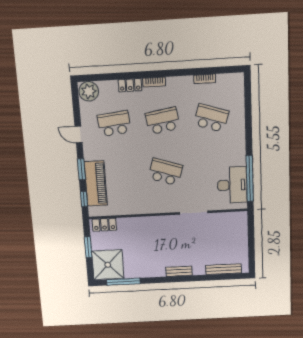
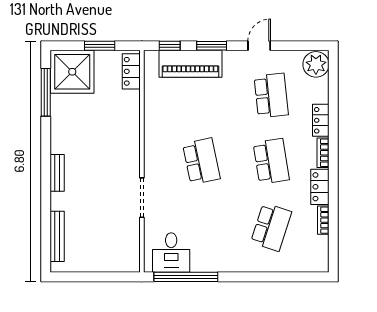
locker: (180, 83) -> (320, 187), added
school desk: (165, 172) -> (201, 161), turned -30
desk: (232, 185) -> (171, 253), width x0.73

